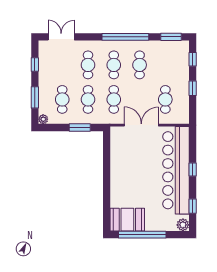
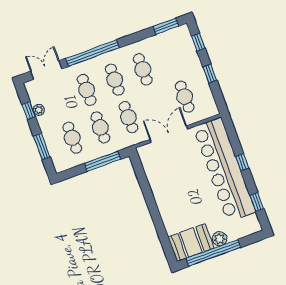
window: (125, 37) -> (93, 53), moved
plant: (43, 119) -> (39, 110), moved
window: (80, 127) -> (102, 161), width x1.44
plant: (183, 225) -> (220, 239), moved

